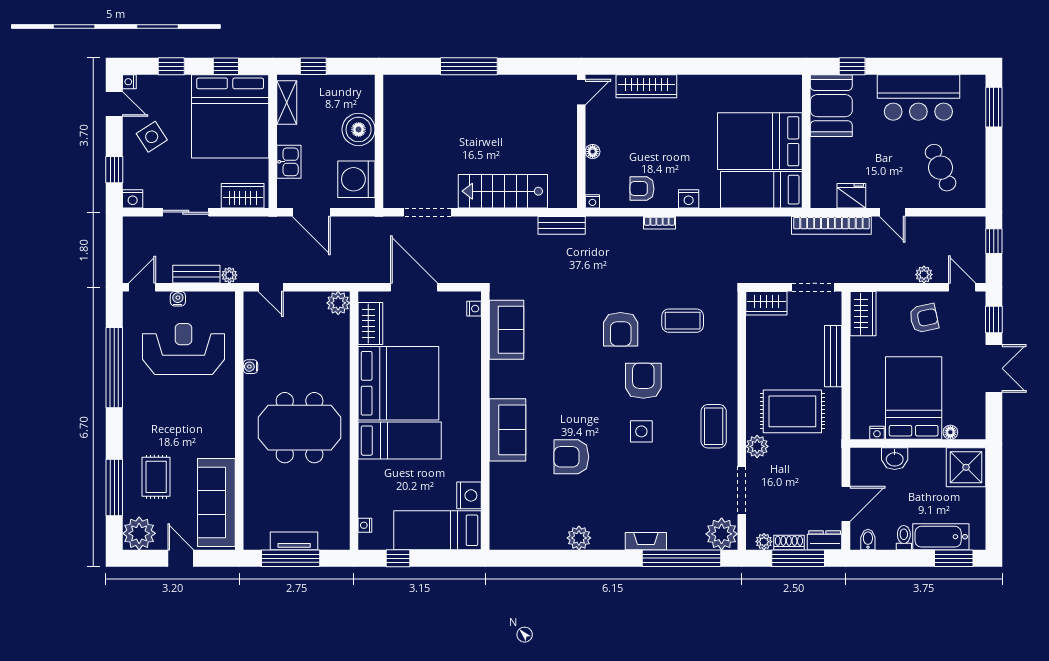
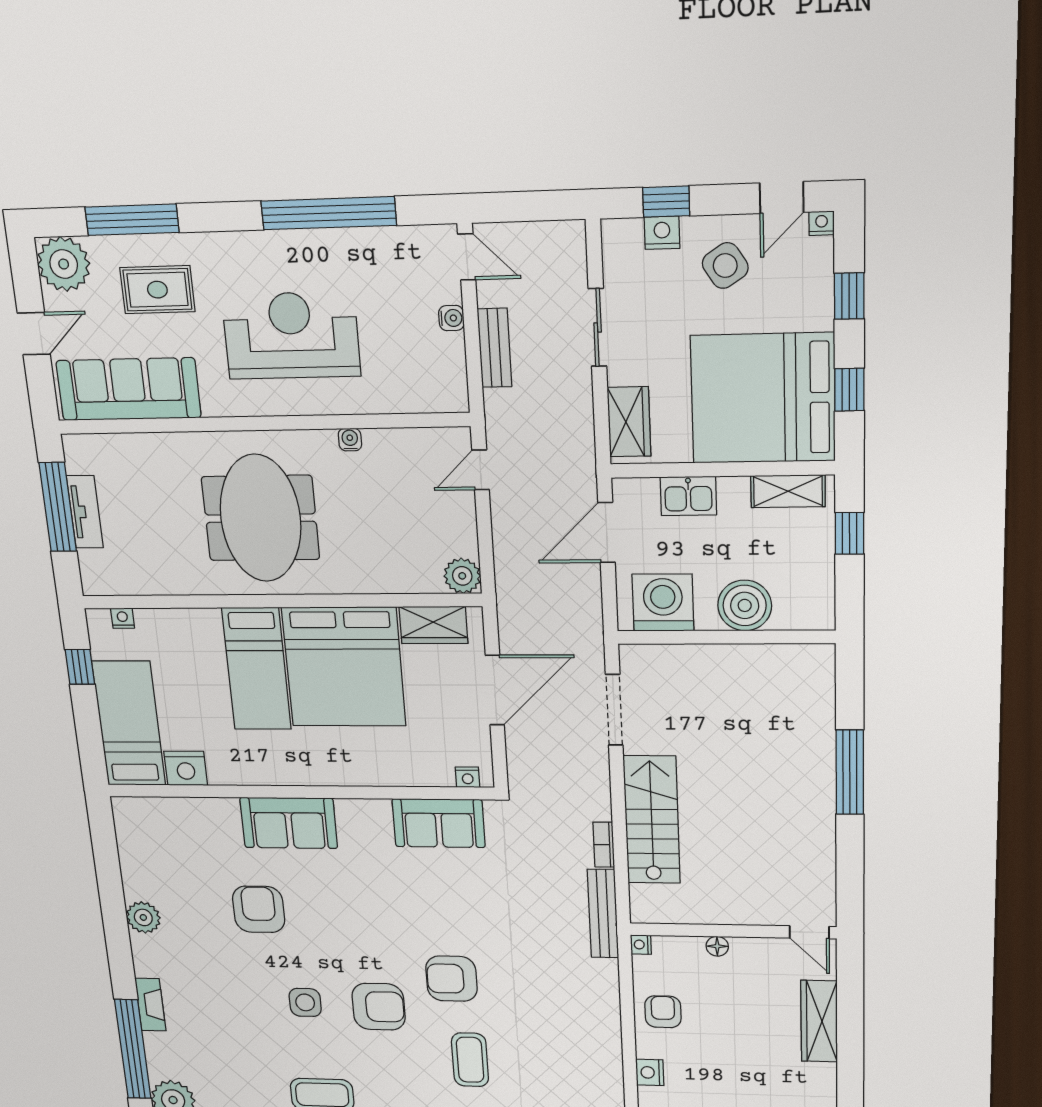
nightstand: (133, 199) -> (662, 233), moved, turned 90
bookcase: (659, 223) -> (604, 845), moved
bench: (562, 225) -> (603, 914), width x1.36
plant: (229, 275) -> (496, 403), removed
reception desk: (183, 349) -> (291, 336), moved, turned -90

